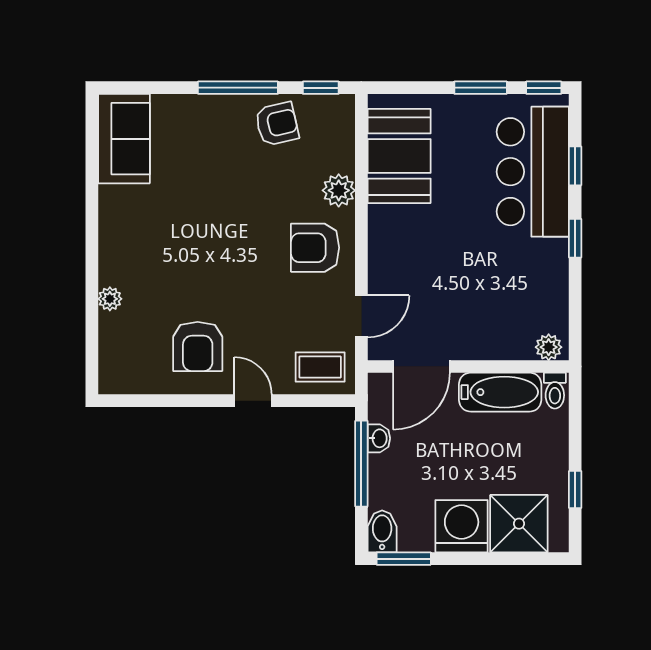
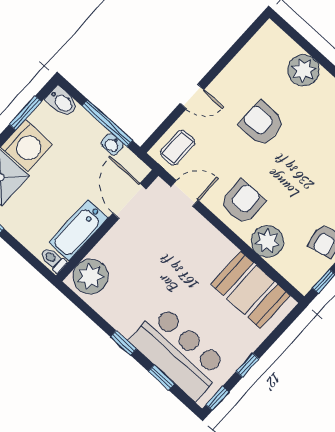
window: (481, 88) -> (248, 365), width x0.67
plant: (339, 190) -> (267, 241), width x1.36, depth x1.36
plant: (110, 299) -> (303, 70), width x1.88, depth x1.88
door: (361, 316) -> (184, 193), swing flipped
armchair: (198, 347) -> (262, 123), moved
plant: (549, 347) -> (90, 276), width x1.88, depth x1.88
window: (404, 559) -> (25, 113), moved

